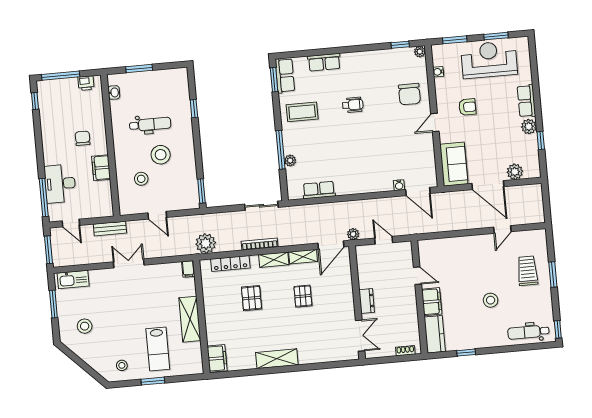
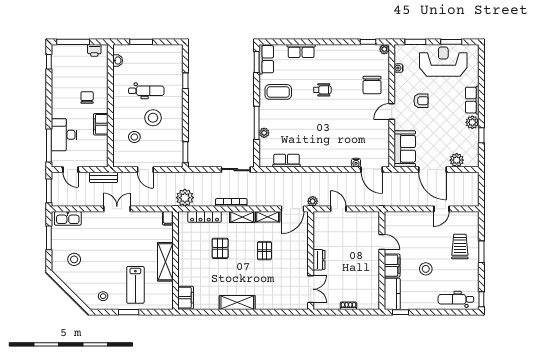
door: (417, 276) -> (382, 242), moved
wall: (419, 297) -> (382, 261), moved
filing cabinet: (432, 302) -> (392, 266), moved
kitchen counter: (435, 334) -> (392, 294), moved

